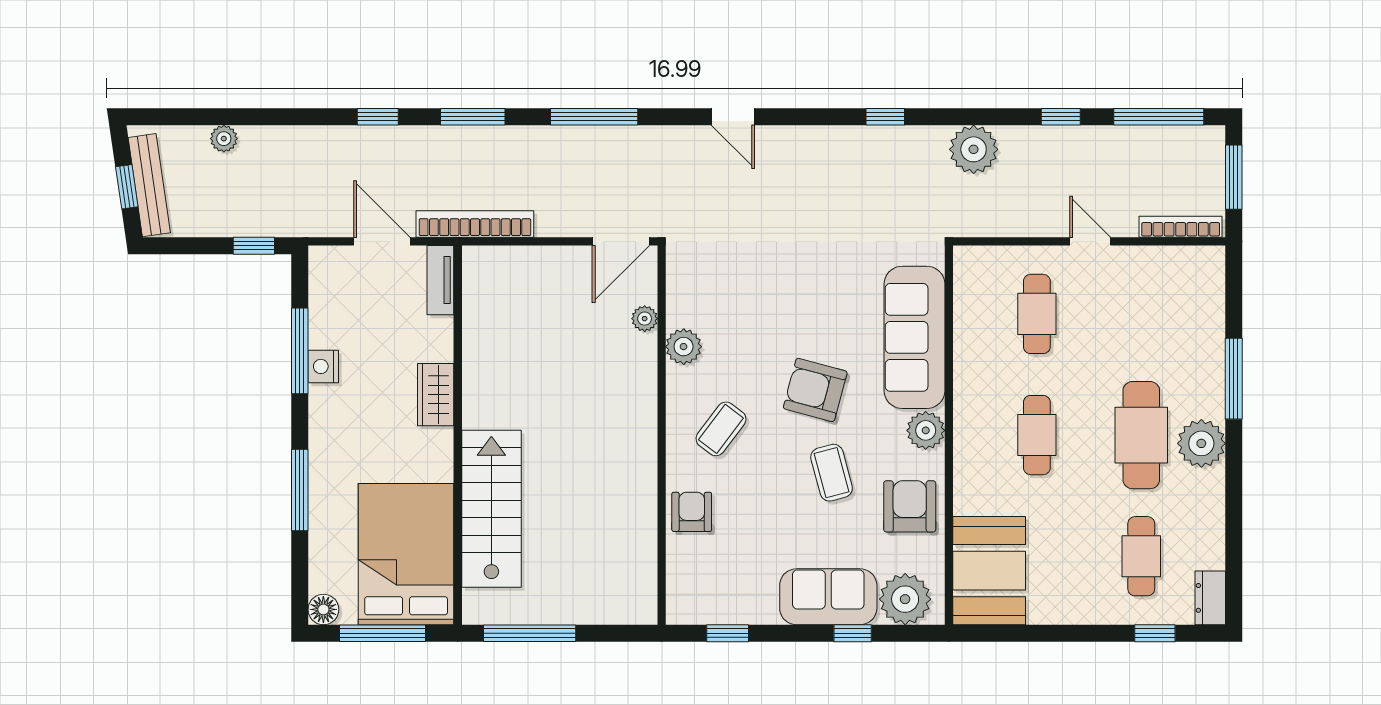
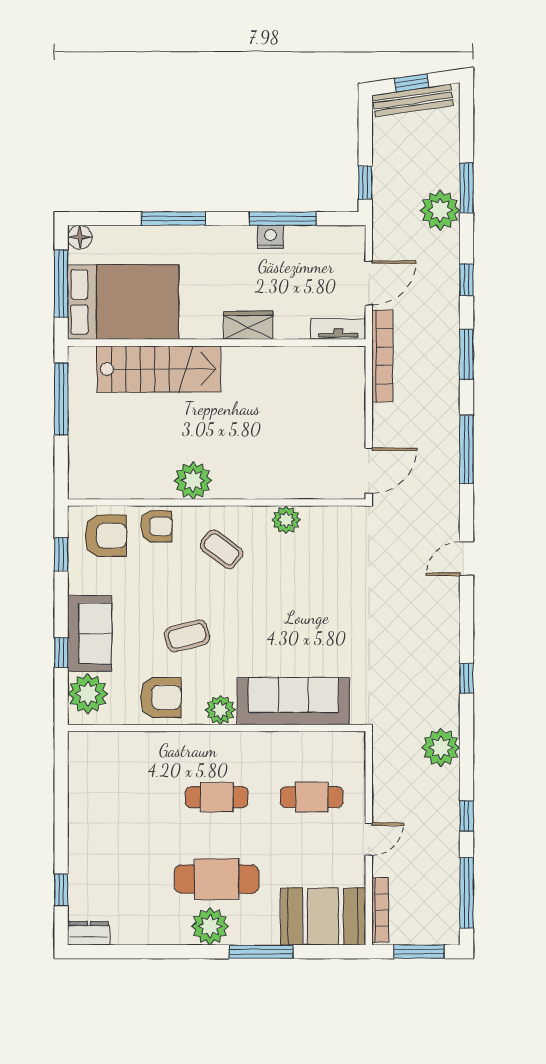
window: (261, 117) -> (467, 188), added
plant: (224, 139) -> (440, 210), moved, width x1.88, depth x1.88
door: (621, 241) -> (369, 471), swing flipped
plant: (645, 319) -> (193, 480), moved, width x1.88, depth x1.88
armchair: (815, 390) -> (106, 536), moved, turned 75
cafe table: (1141, 556) -> (122, 879), removed
booth: (989, 571) -> (323, 917), moved

